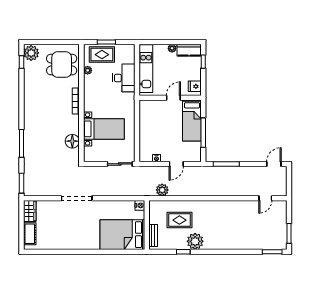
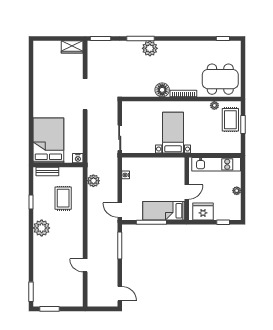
kitchen counter: (189, 50) -> (235, 208), removed
plant: (31, 53) -> (150, 48), moved
dining table: (62, 65) -> (220, 79), width x1.38
desk: (124, 78) -> (207, 142), removed
fridge: (195, 86) -> (203, 212), width x1.88, depth x1.34
door: (173, 98) -> (187, 192), hinge flipped
bed with nightstands: (104, 129) -> (173, 133), moved, turned 180
floor lamp: (72, 141) -> (162, 90), moved
door: (176, 164) -> (120, 210), moved
door: (265, 198) -> (85, 265), moved
cot: (30, 234) -> (49, 47), removed
plant: (195, 241) -> (42, 228), moved

